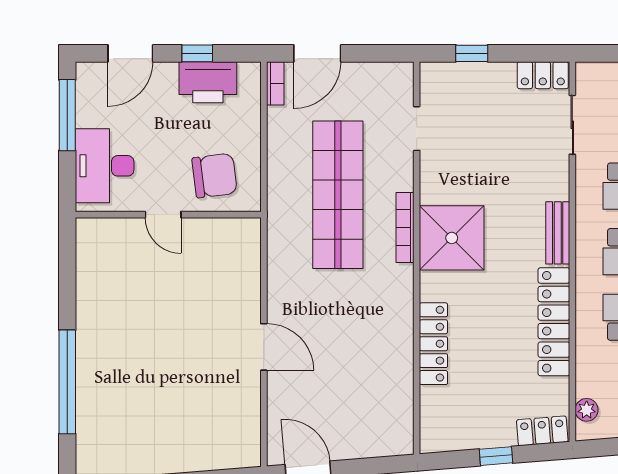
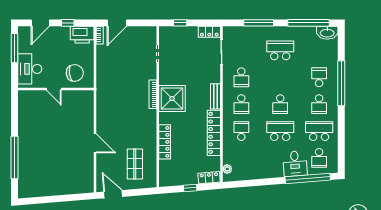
printer: (208, 82) -> (82, 35), moved
shop shelf: (338, 195) -> (135, 164), moved, width x0.50, depth x0.74

